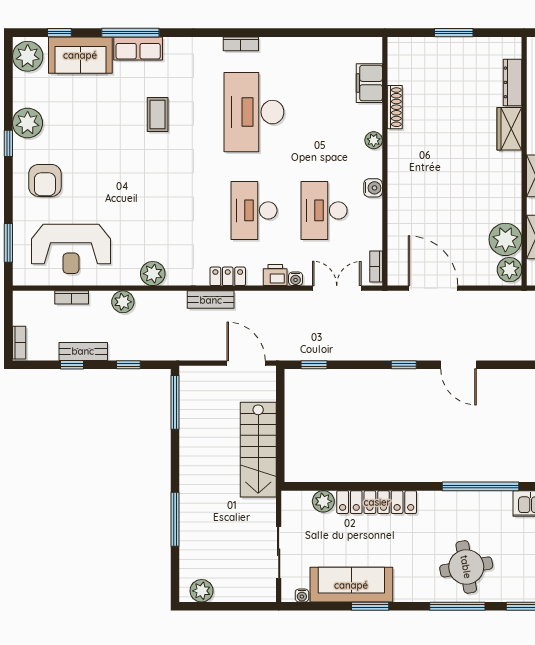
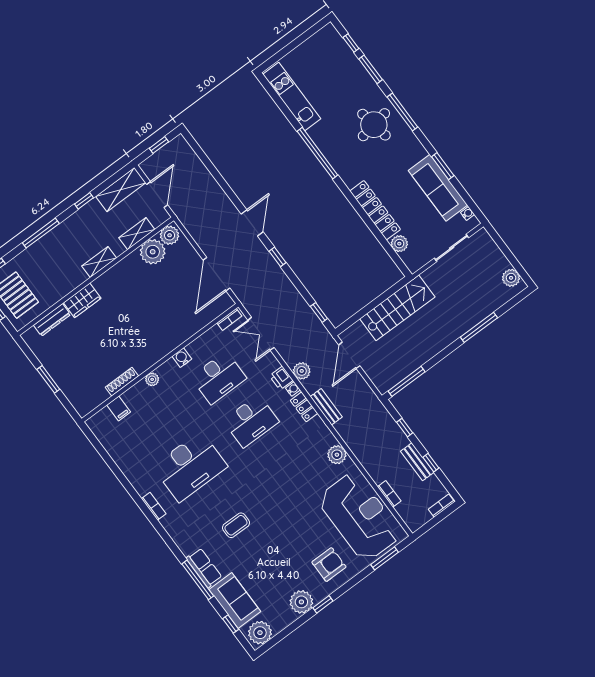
filing cabinet: (369, 83) -> (119, 408), width x0.50
reception desk: (71, 249) -> (359, 517), width x1.36, depth x1.30
water cooler: (296, 279) -> (293, 389), moved
plant: (123, 302) -> (302, 371), moved

